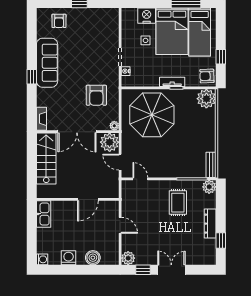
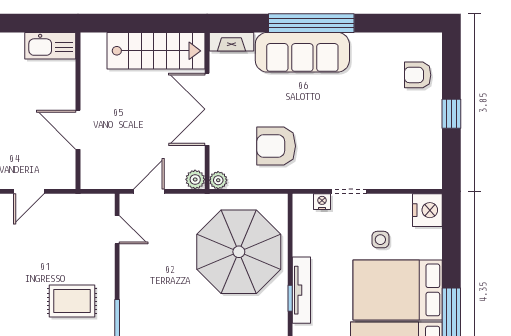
nightstand: (147, 16) -> (427, 210), moved
sofa: (47, 63) -> (302, 52), moved
window: (32, 77) -> (311, 23), width x3.17
tv unit: (172, 82) -> (301, 290), width x1.41
plant: (110, 142) -> (195, 179), width x0.53, depth x0.53
door: (140, 179) -> (117, 230), hinge flipped

